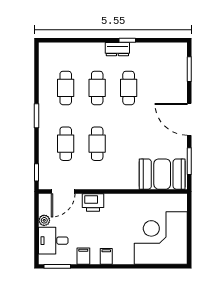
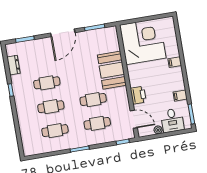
dresser: (117, 49) -> (13, 65), moved
booth: (162, 174) -> (112, 70), moved
corner desk: (161, 238) -> (143, 41), moved, turned 180
filing cabinet: (106, 256) -> (175, 62), moved

